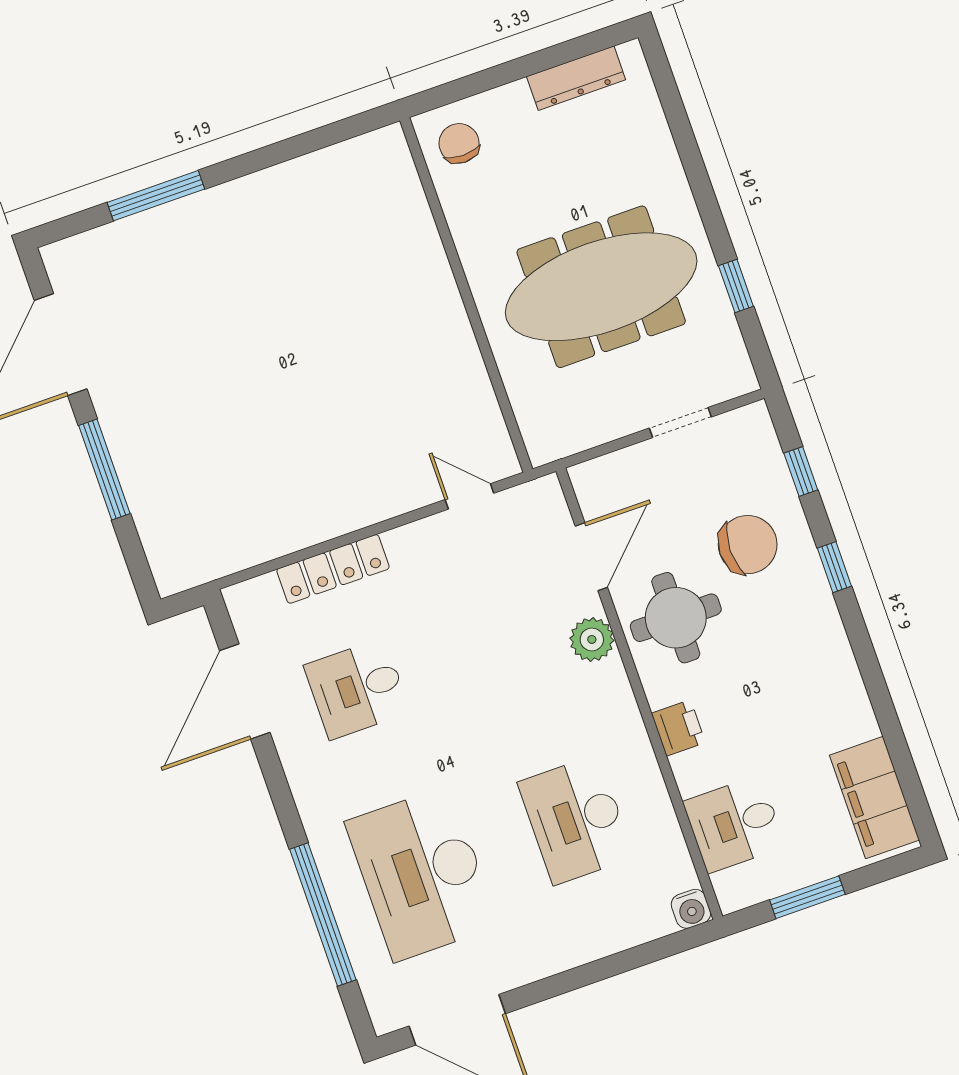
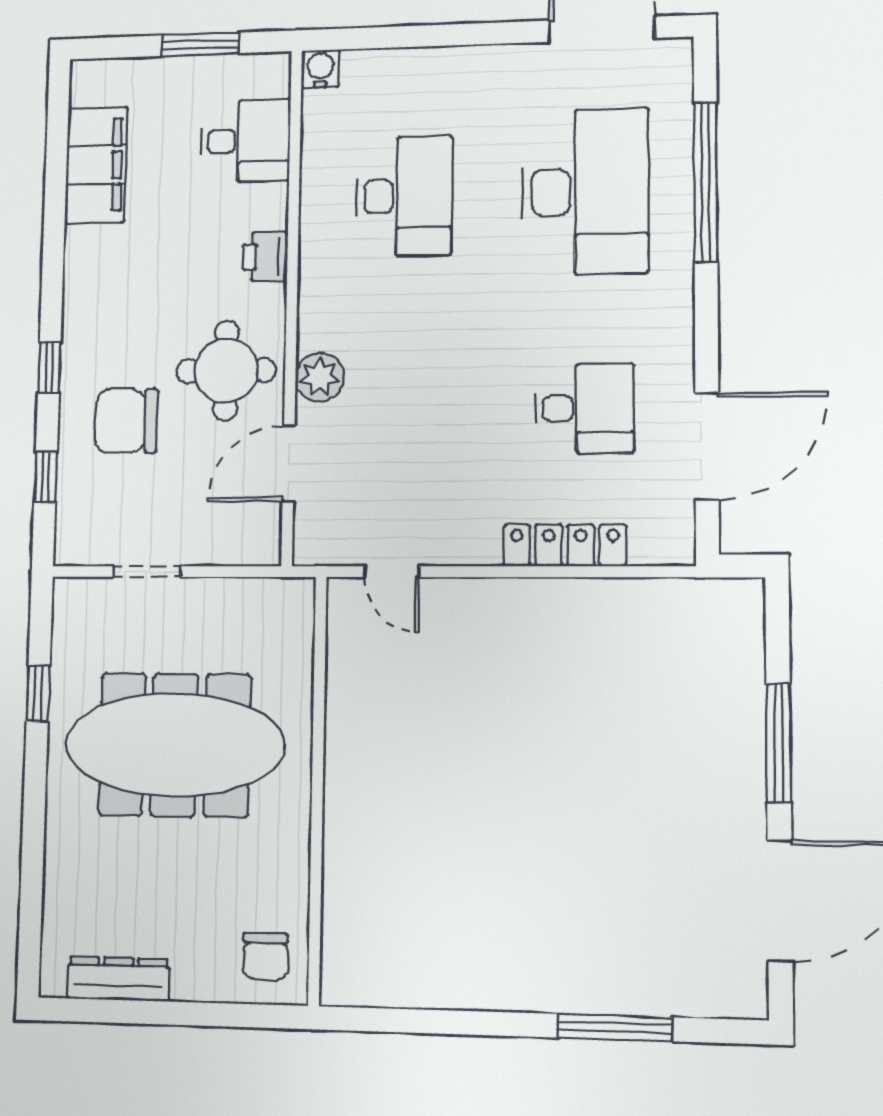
filing cabinet: (874, 798) -> (96, 165), moved

